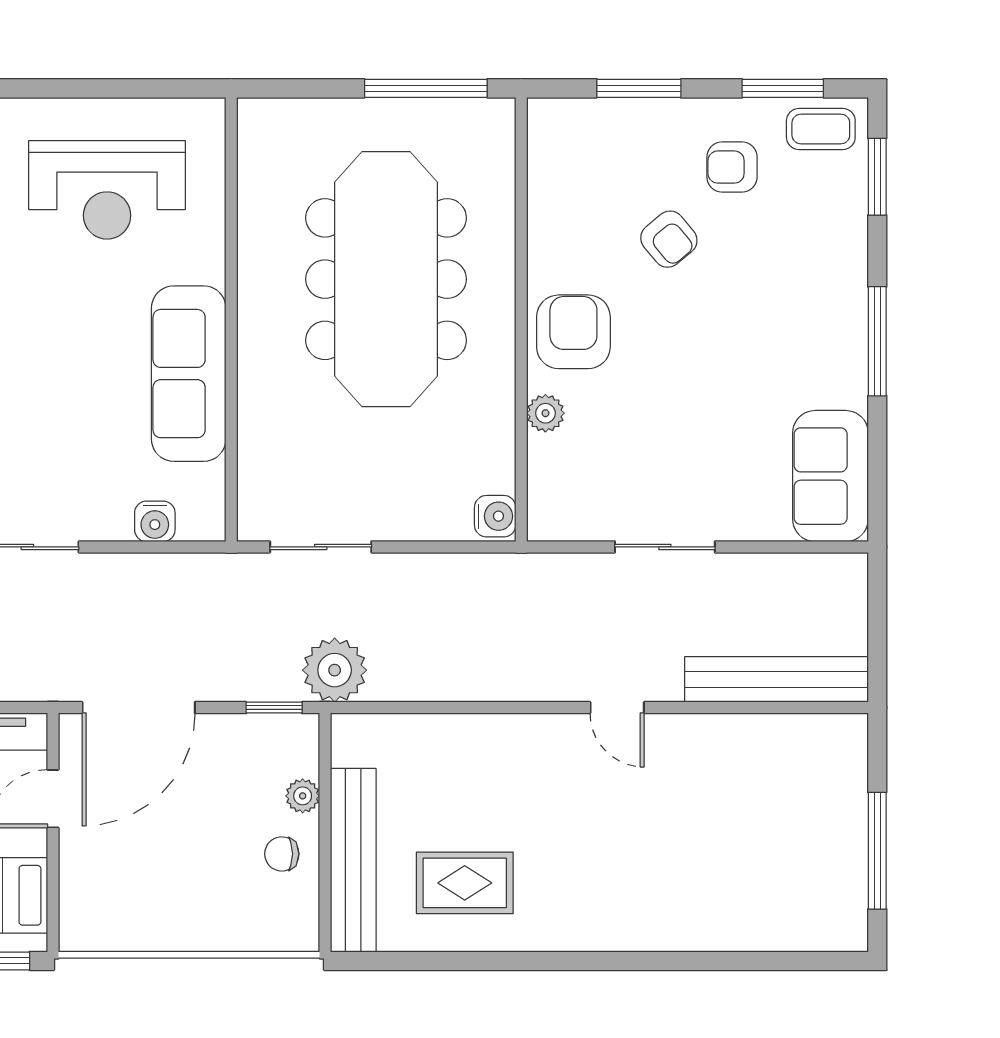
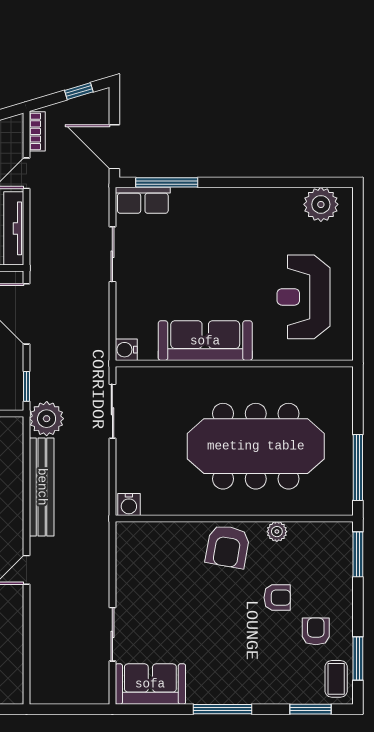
window: (639, 88) -> (358, 554), moved
armchair: (669, 239) -> (277, 598), turned -140
armchair: (573, 332) -> (228, 546), turned 100
plant: (545, 413) -> (277, 532), moved
water cooler: (155, 521) -> (126, 350), moved
sliding door: (665, 547) -> (112, 634), moved
bench: (776, 679) -> (42, 487), moved

